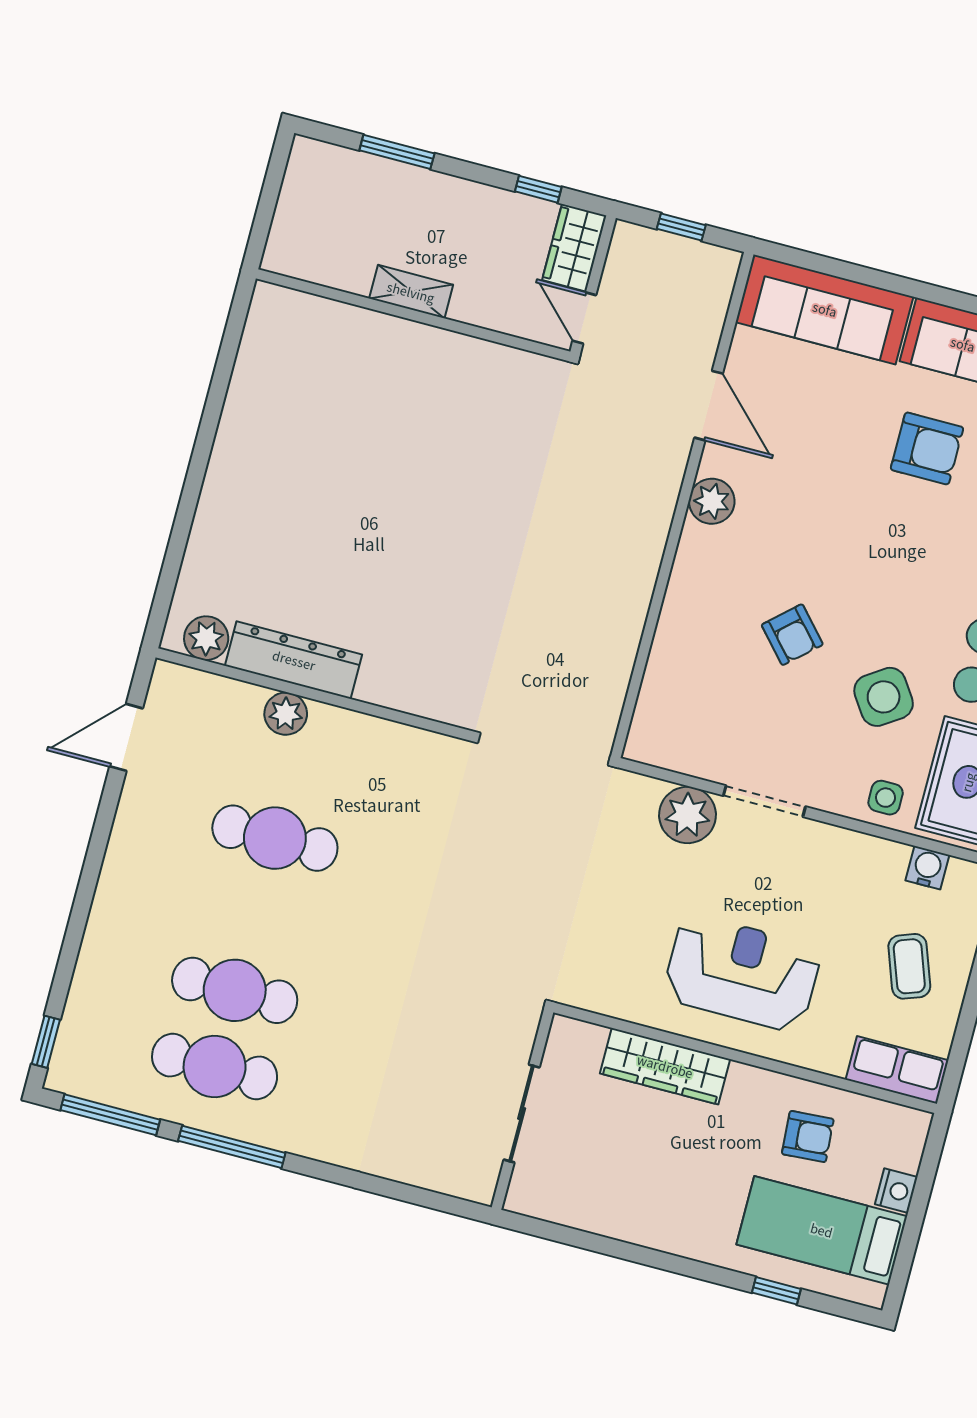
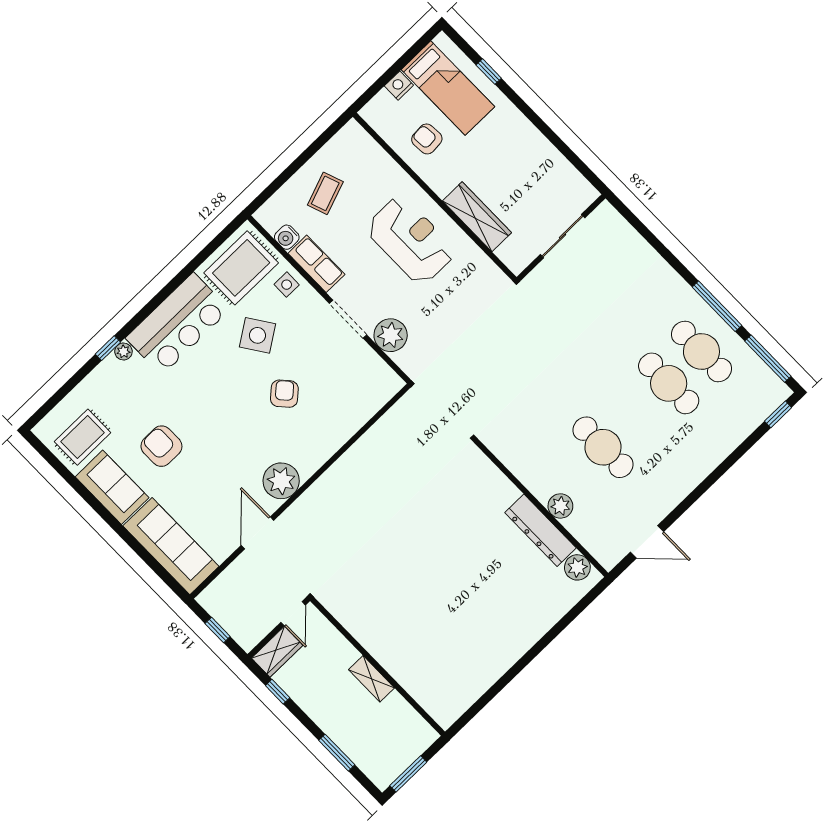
window: (272, 184) -> (408, 774), added
plant: (712, 501) -> (281, 481), width x1.36, depth x1.36
reception desk: (742, 973) -> (411, 240), turned 180
row of seats: (897, 1070) -> (316, 264), moved, turned 180

